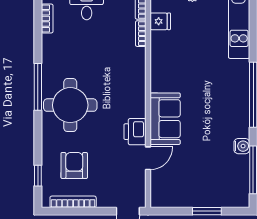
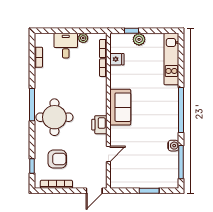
sofa: (165, 119) -> (120, 107), moved
printer: (135, 132) -> (99, 125), moved
armchair: (74, 165) -> (57, 159), turned 90

